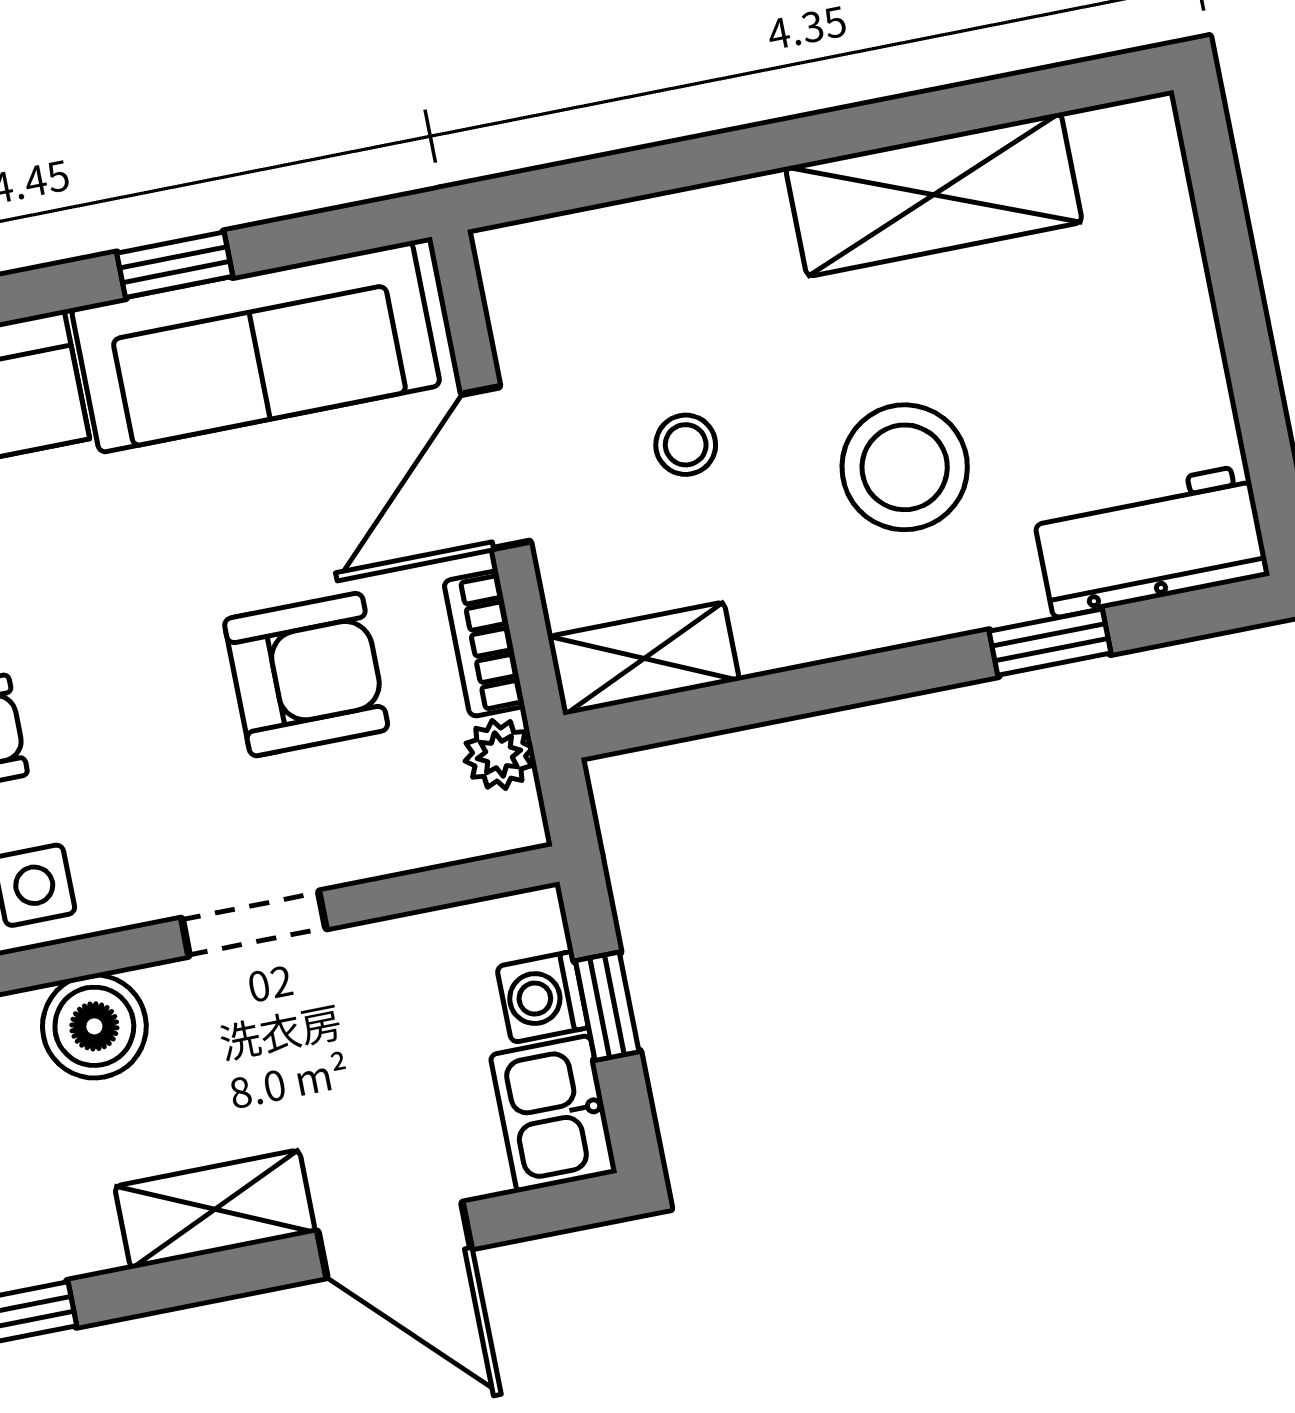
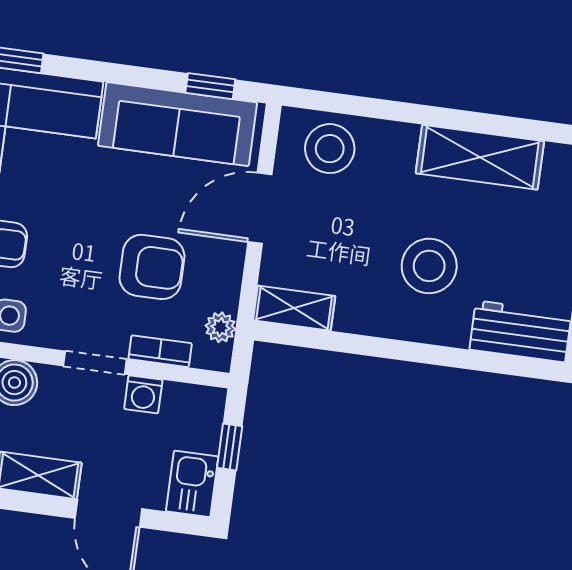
window: (175, 265) -> (210, 86), moved
stool: (686, 445) -> (330, 149), moved, width x1.89, depth x1.89
window: (1050, 642) -> (465, 359), removed
bookcase: (484, 644) -> (160, 351), moved, turned 90
washing machine: (543, 997) -> (143, 394), moved, turned -90

